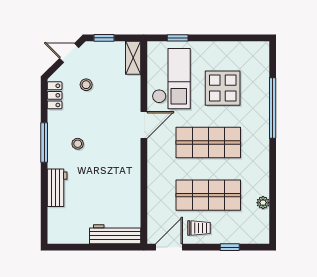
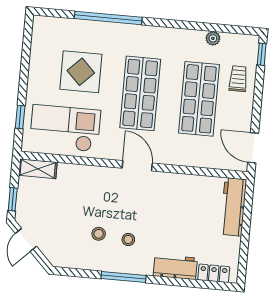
stool: (86, 85) -> (99, 234), moved
locker: (55, 95) -> (214, 273), moved
door: (144, 125) -> (137, 166), moved
trolley: (199, 228) -> (238, 79), moved
window: (230, 247) -> (262, 54), moved

